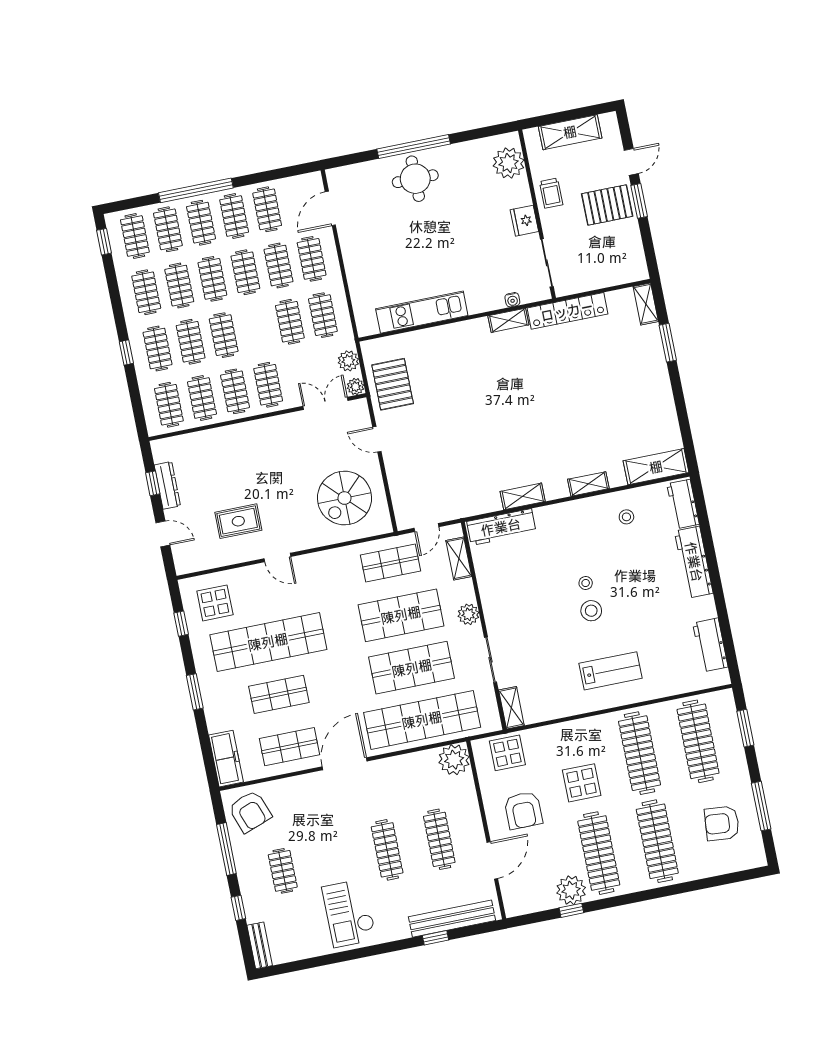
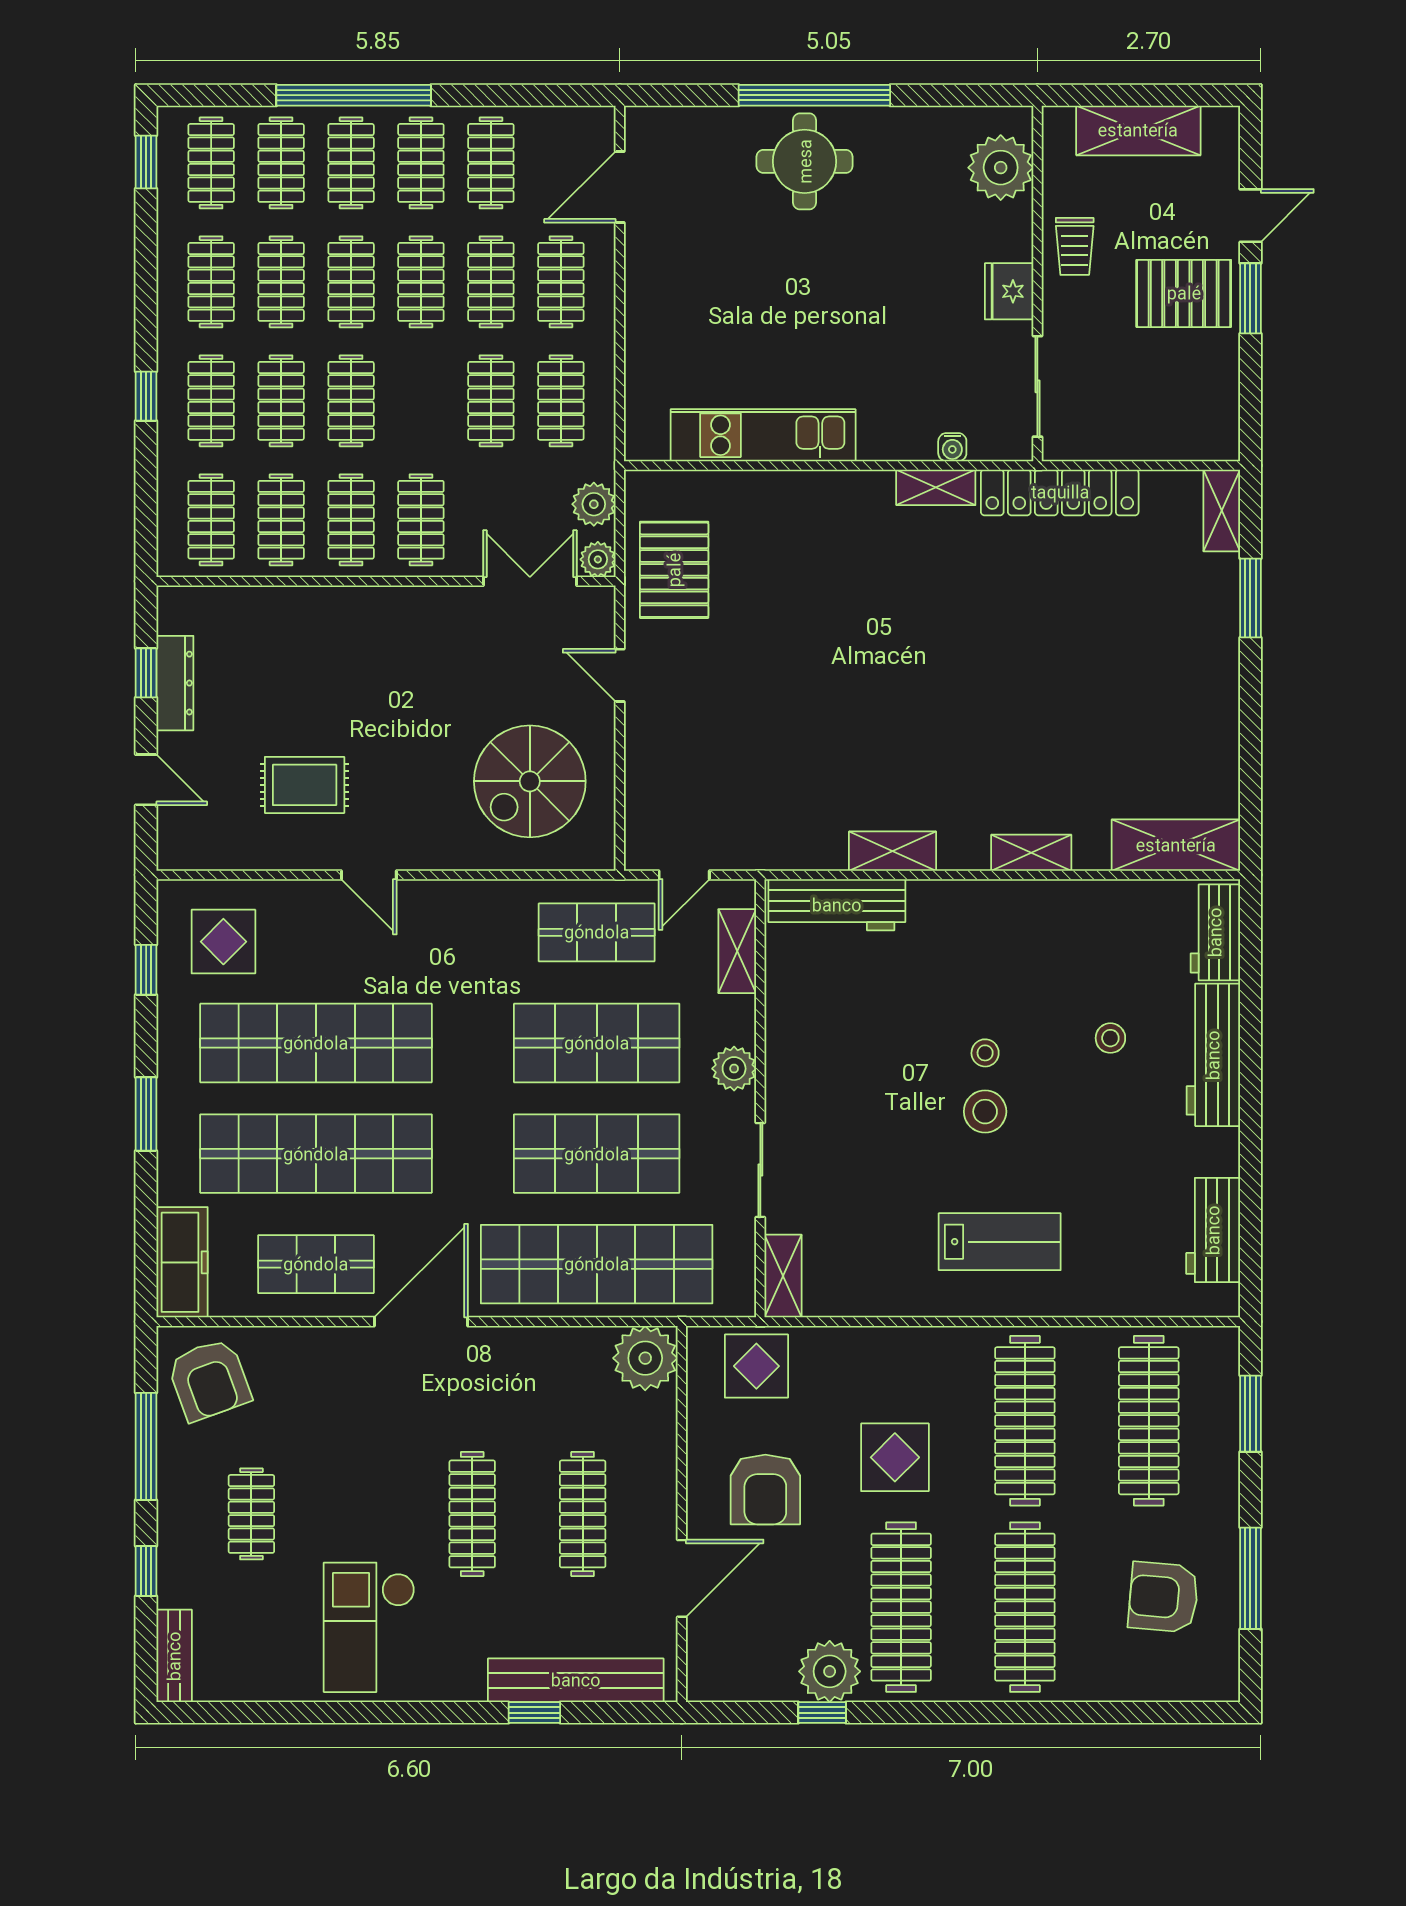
stool: (626, 517) -> (1110, 1038), moved
shop shelf: (279, 694) -> (316, 1154), width x2.00, depth x1.36

